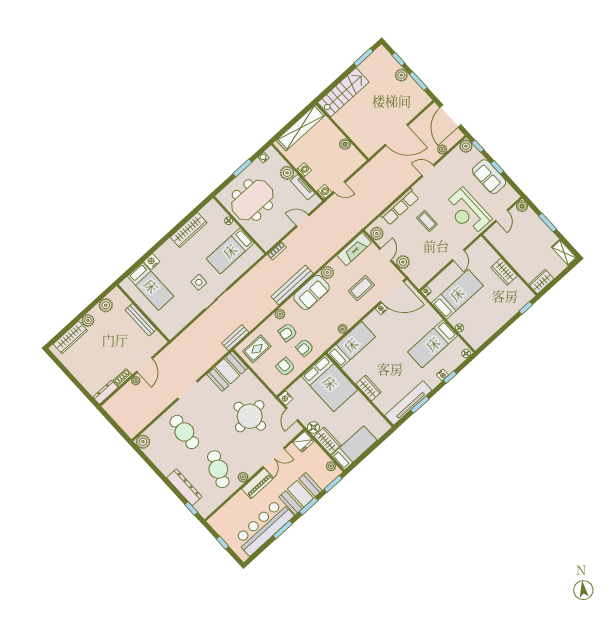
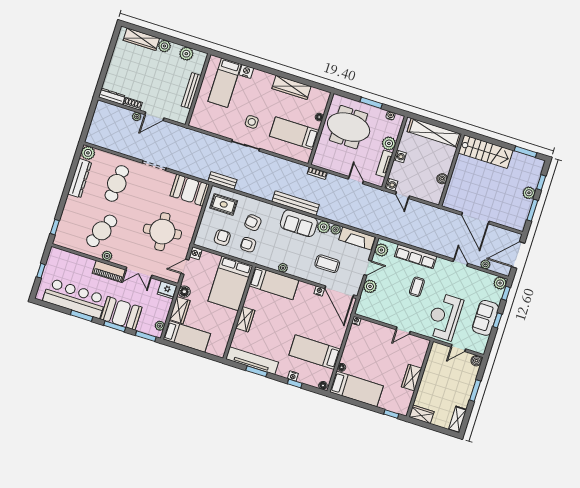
bed: (457, 294) -> (356, 389), moved
plant: (280, 314) -> (336, 229), moved
dresser: (184, 487) -> (80, 178), moved

